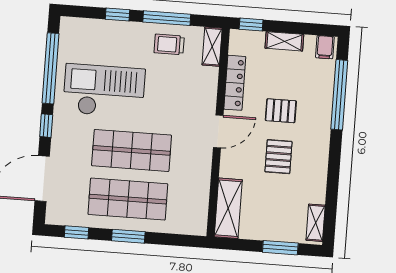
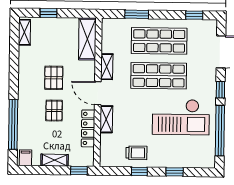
window: (167, 18) -> (139, 171), width x0.46
shelving: (212, 47) -> (106, 119), moved
pallet: (281, 111) -> (54, 111), turned 90
door: (218, 131) -> (98, 93), hinge flipped
shelving: (203, 168) -> (107, 67), added
window: (128, 236) -> (137, 14), moved
window: (280, 248) -> (48, 13), width x0.67

